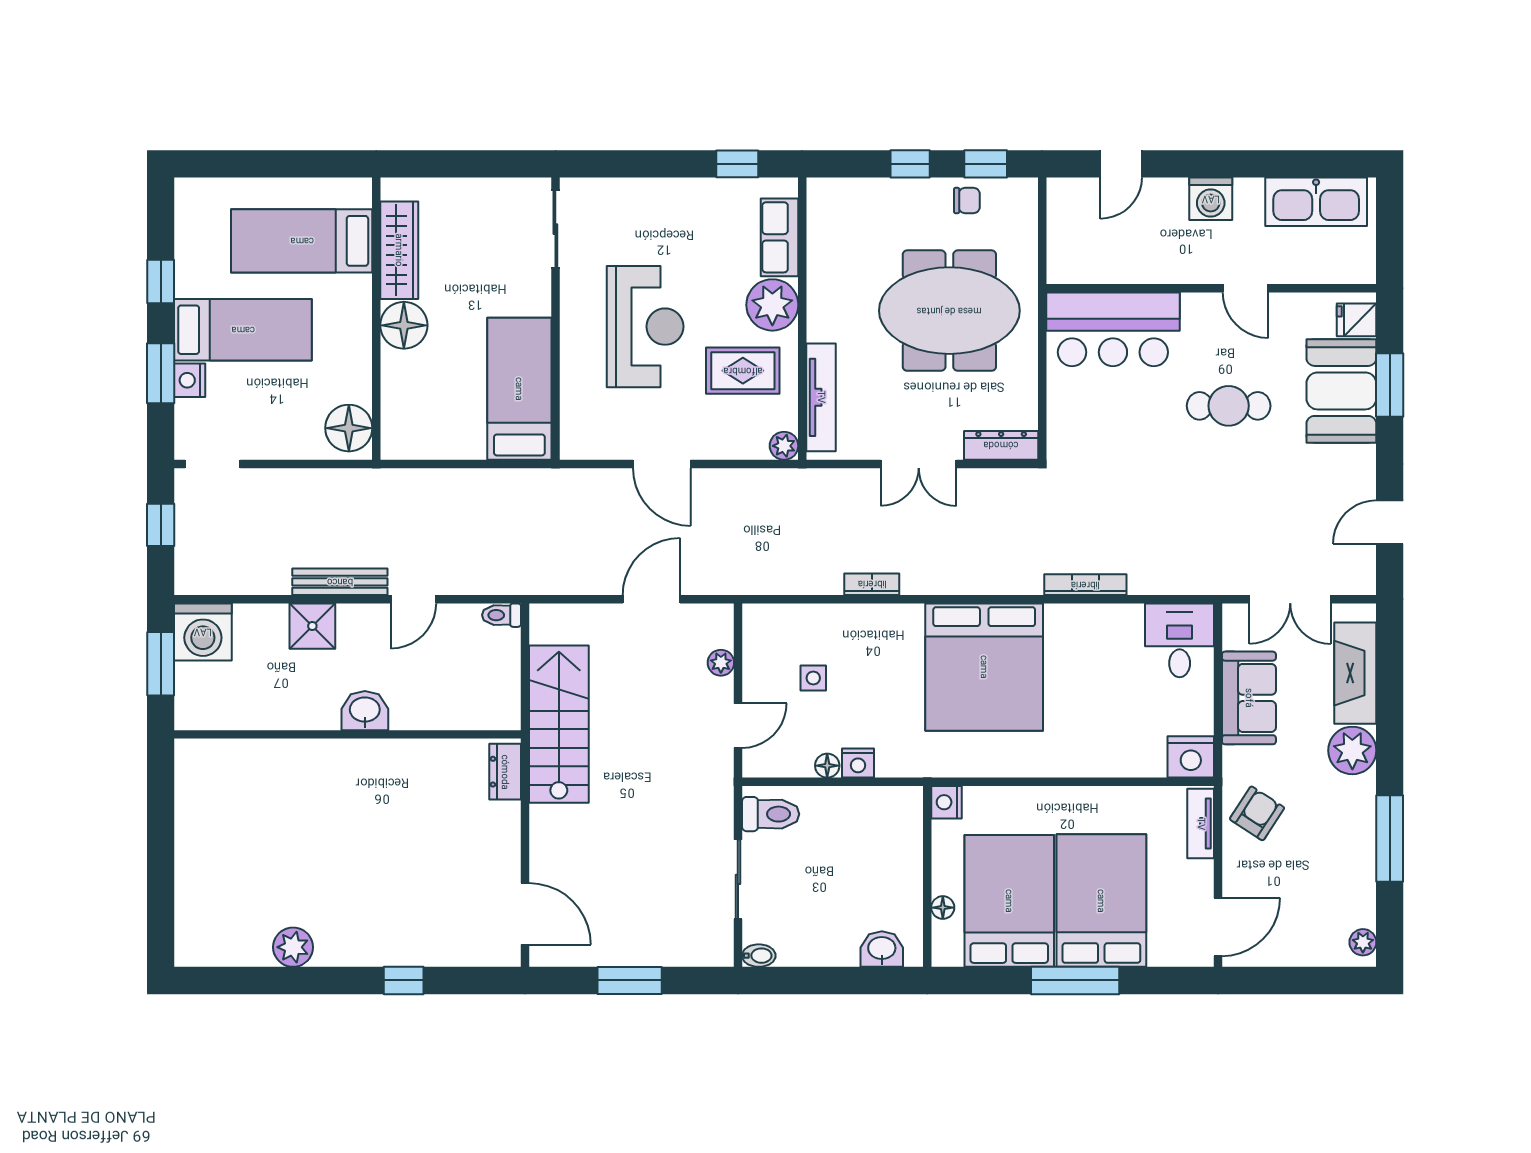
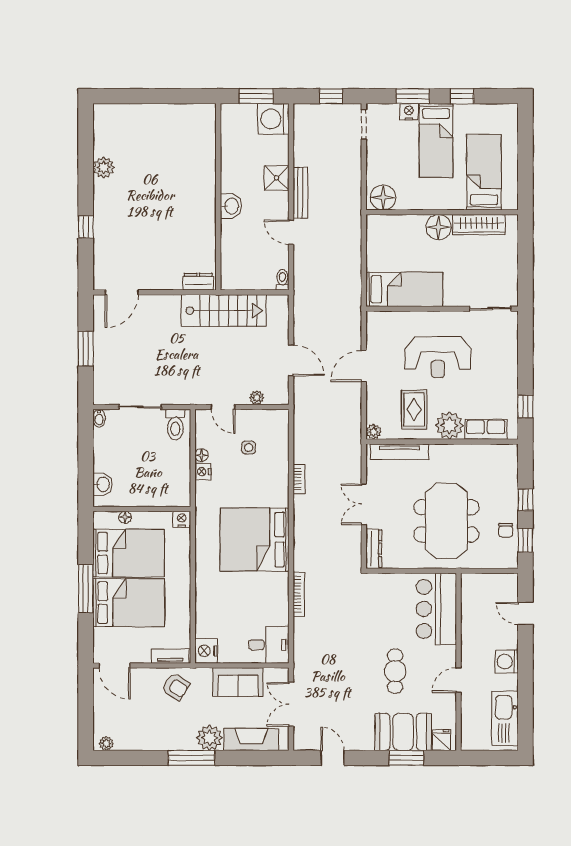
window: (1390, 838) -> (191, 758), moved

